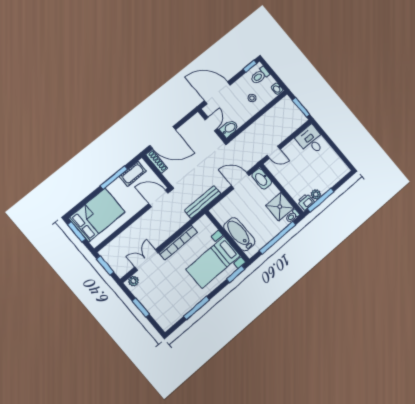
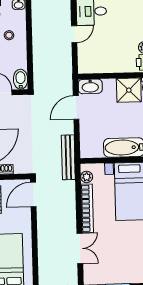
door: (274, 152) -> (74, 34), moved
double door: (147, 260) -> (80, 248), swing flipped
plant: (133, 281) -> (87, 177), moved

